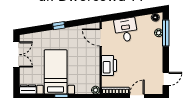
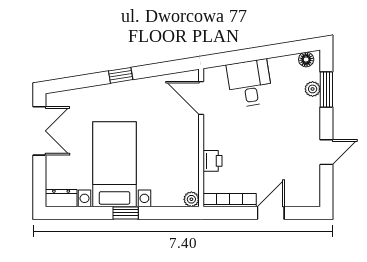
window: (166, 33) -> (326, 90), width x0.69
printer: (109, 65) -> (213, 161), width x0.53, depth x0.68
door: (166, 79) -> (326, 152), moved

